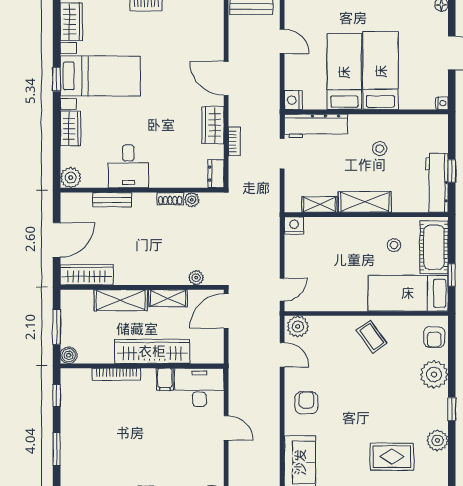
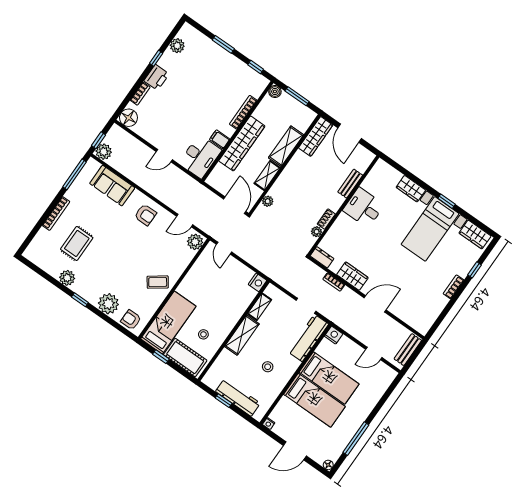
plant: (71, 178) -> (381, 168), removed
workbench: (437, 183) -> (238, 397), moved

